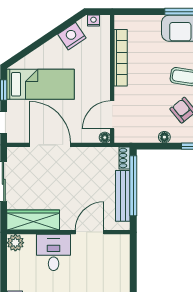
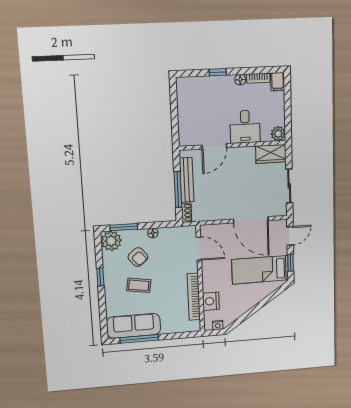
nightstand: (72, 36) -> (211, 301), moved, turned 124
door: (112, 115) -> (199, 249), hinge flipped
floor lamp: (105, 137) -> (204, 229), removed
window: (133, 186) -> (178, 189), width x0.68
wardrobe: (33, 220) -> (271, 154), width x0.67

